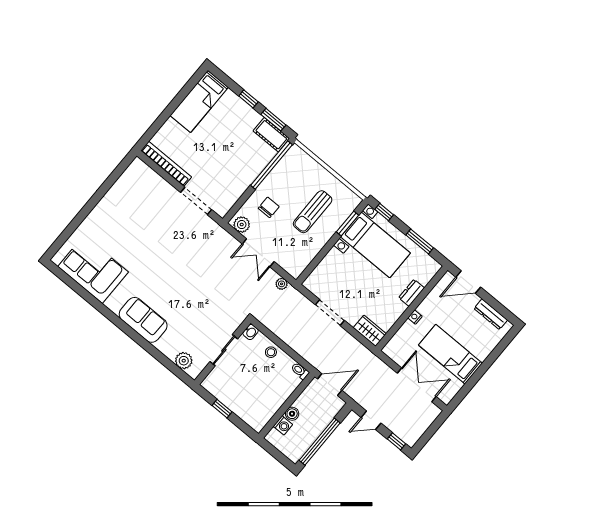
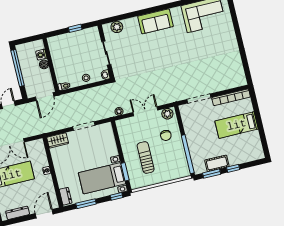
bed: (199, 101) -> (237, 125), moved, turned -90
cot: (271, 135) -> (217, 163), moved
dresser: (412, 293) -> (66, 196), moved

